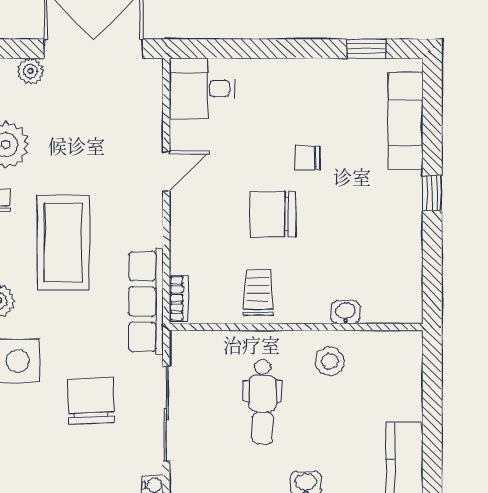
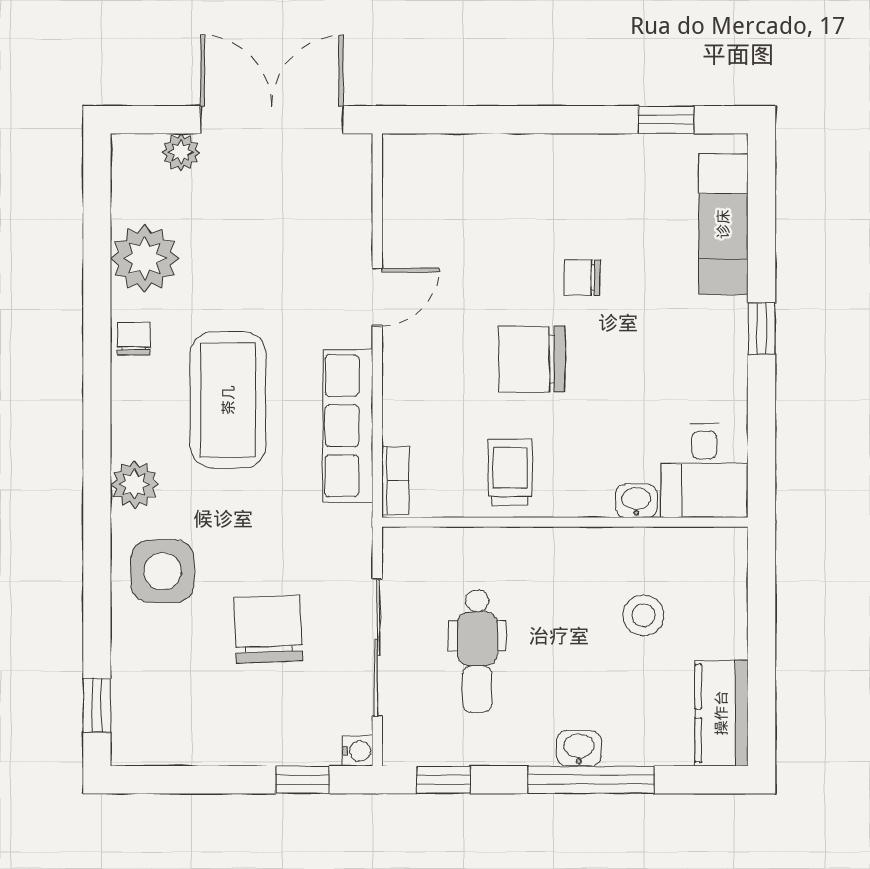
desk: (202, 89) -> (704, 471), moved, turned -90
row of seats: (146, 302) -> (348, 426), moved
stool: (330, 361) -> (643, 615), moved
dental chair: (263, 402) -> (477, 651), moved

